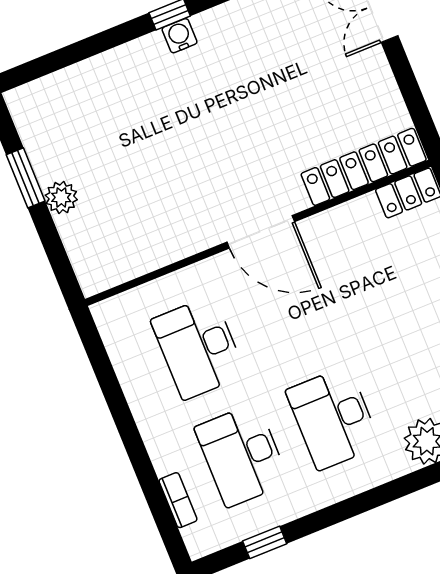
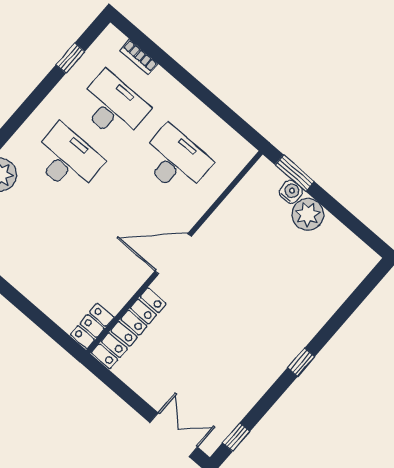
water cooler: (179, 36) -> (291, 192), moved, turned -90
window: (26, 178) -> (295, 173), moved
plant: (61, 197) -> (308, 214), width x1.36, depth x1.36

